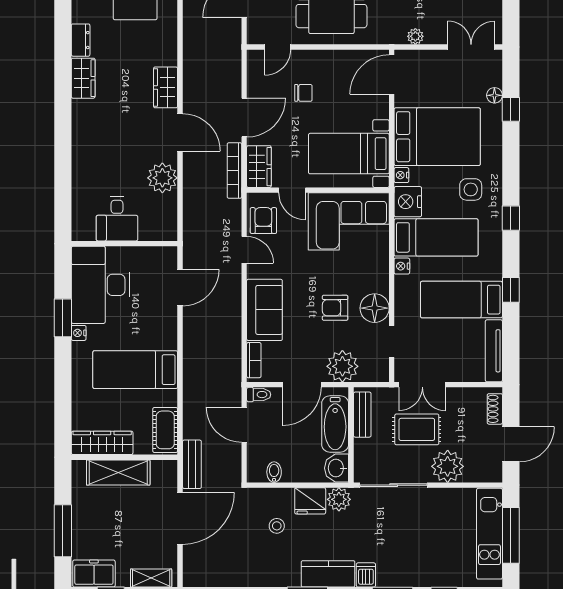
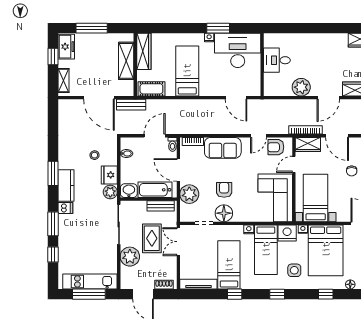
window: (511, 109) -> (326, 294), moved
armchair: (263, 221) -> (276, 147), turned 180

